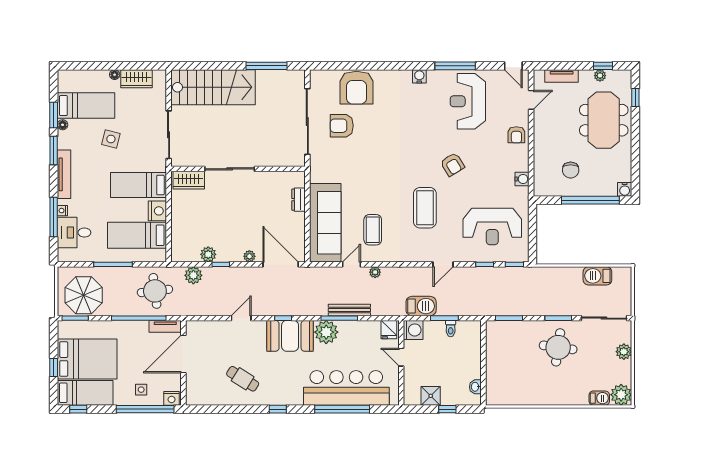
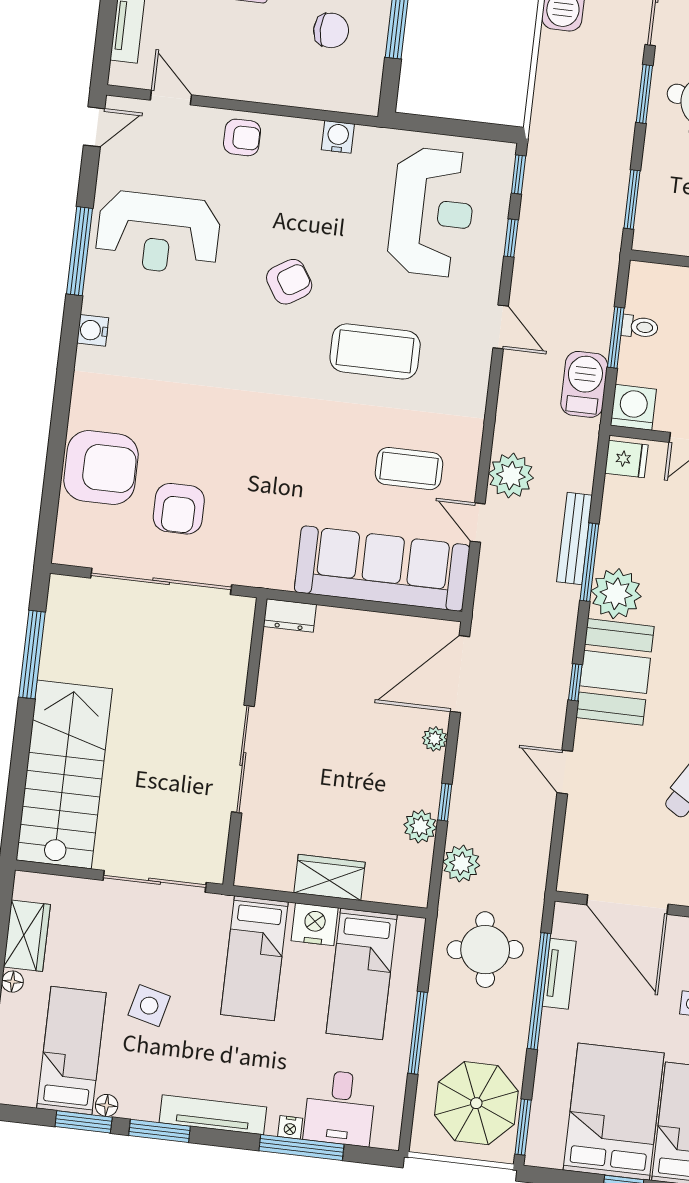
wardrobe: (189, 180) -> (330, 877), moved, turned -90
dresser: (298, 200) -> (290, 616), moved
plant: (375, 272) -> (511, 476), width x1.88, depth x1.88
tv unit: (165, 326) -> (559, 974), moved

